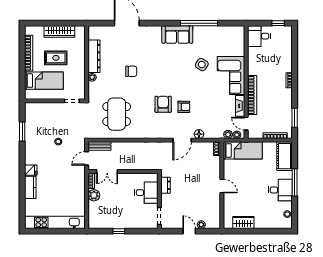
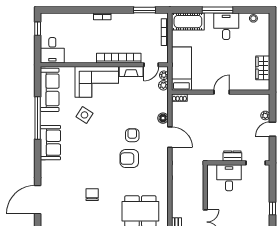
sofa: (224, 34) -> (50, 90), added
dresser: (165, 185) -> (232, 156), moved

